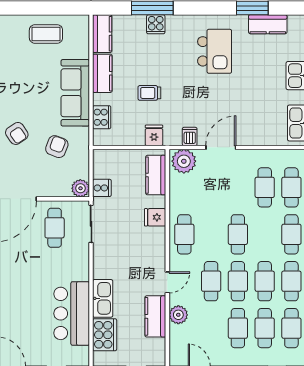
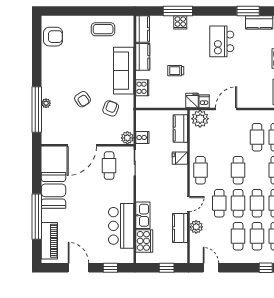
kitchen island: (215, 51) -> (222, 41), turned 180
fridge: (154, 135) -> (192, 101), moved

